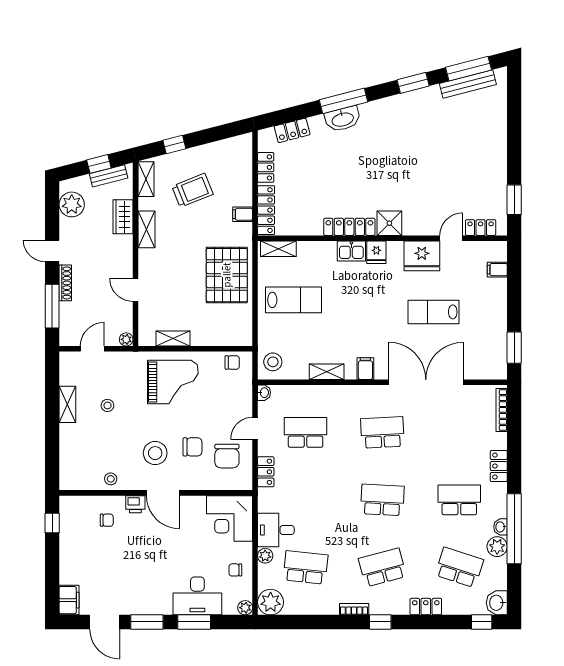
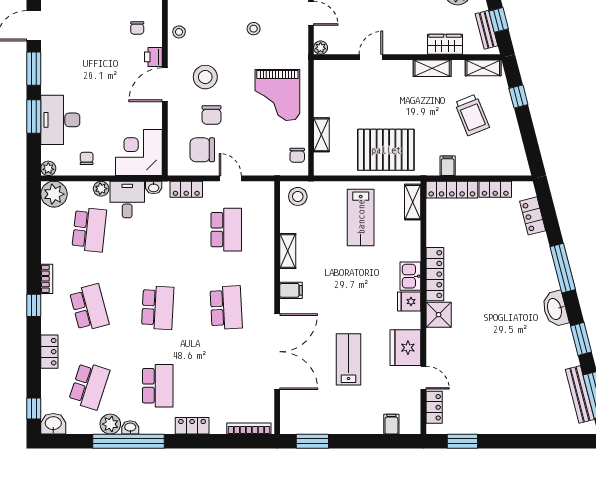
washbasin: (343, 119) -> (555, 309), moved
shelving: (173, 339) -> (321, 135), moved
washbasin: (264, 393) -> (154, 187), moved

